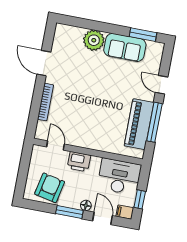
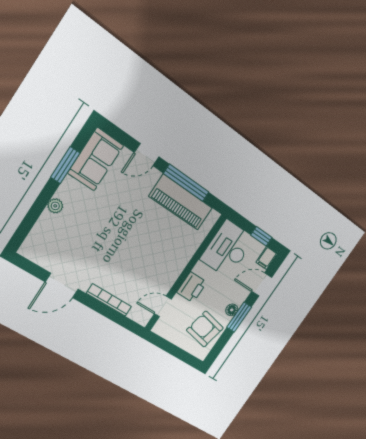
window: (143, 35) -> (65, 165), moved
plant: (94, 40) -> (55, 206), width x0.53, depth x0.53
sofa: (125, 47) -> (96, 159), moved
floor lamp: (86, 205) -> (232, 310), moved

